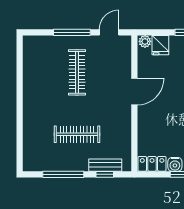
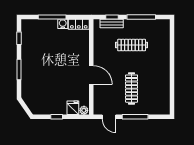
door: (109, 32) -> (109, 117), hinge flipped
door: (134, 92) -> (91, 75), swing flipped

